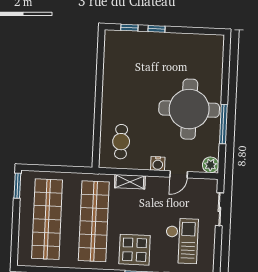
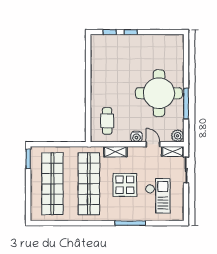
door: (179, 174) -> (153, 144), swing flipped
shelving: (203, 185) -> (173, 151), added
display table: (135, 250) -> (125, 185), moved

